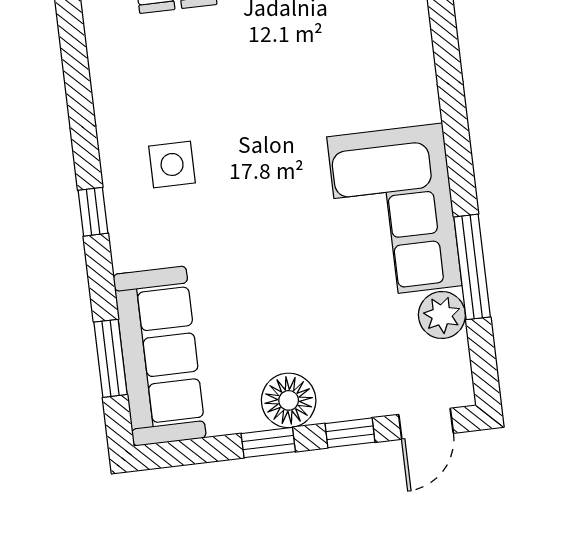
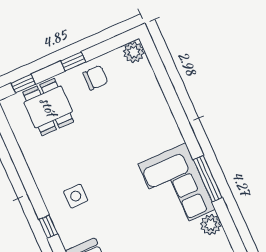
window: (472, 267) -> (208, 179), moved

